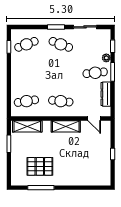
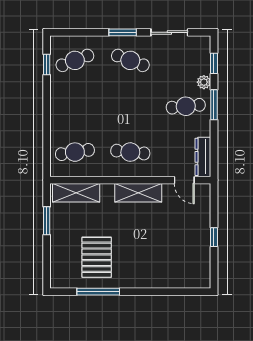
dresser: (106, 94) -> (203, 157), moved
pallet: (40, 166) -> (97, 257), turned 90

